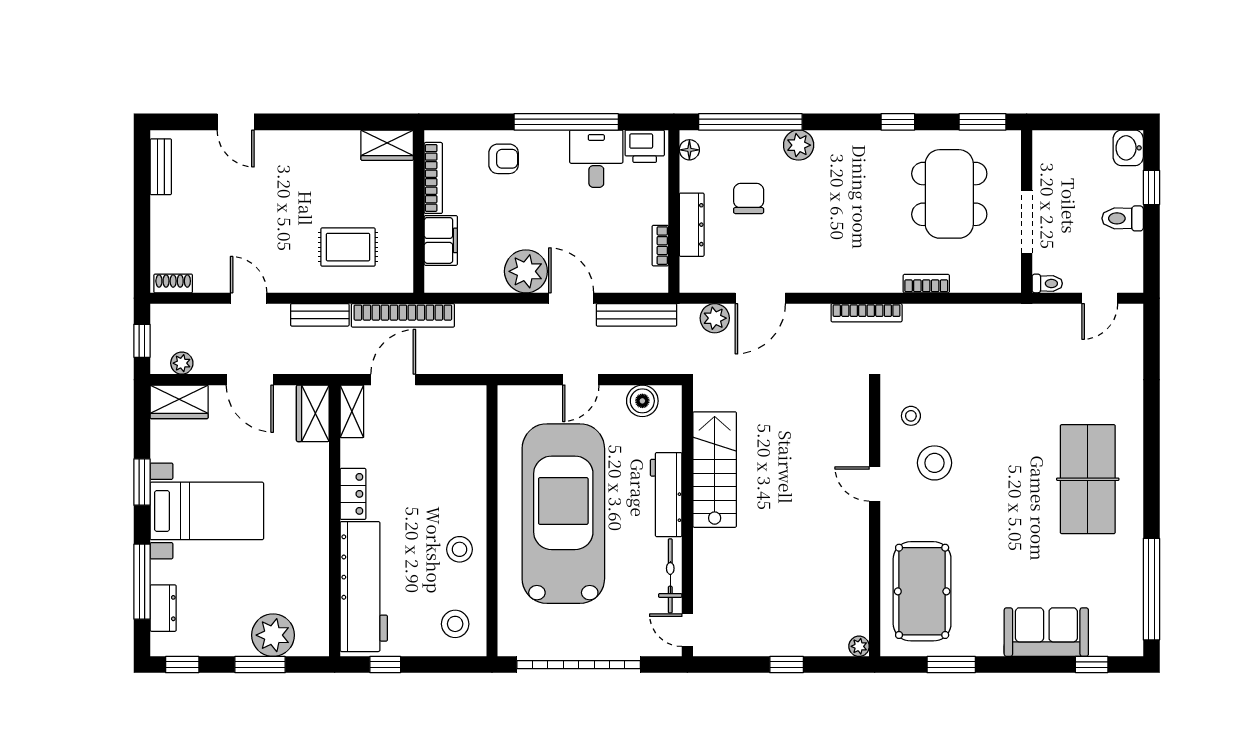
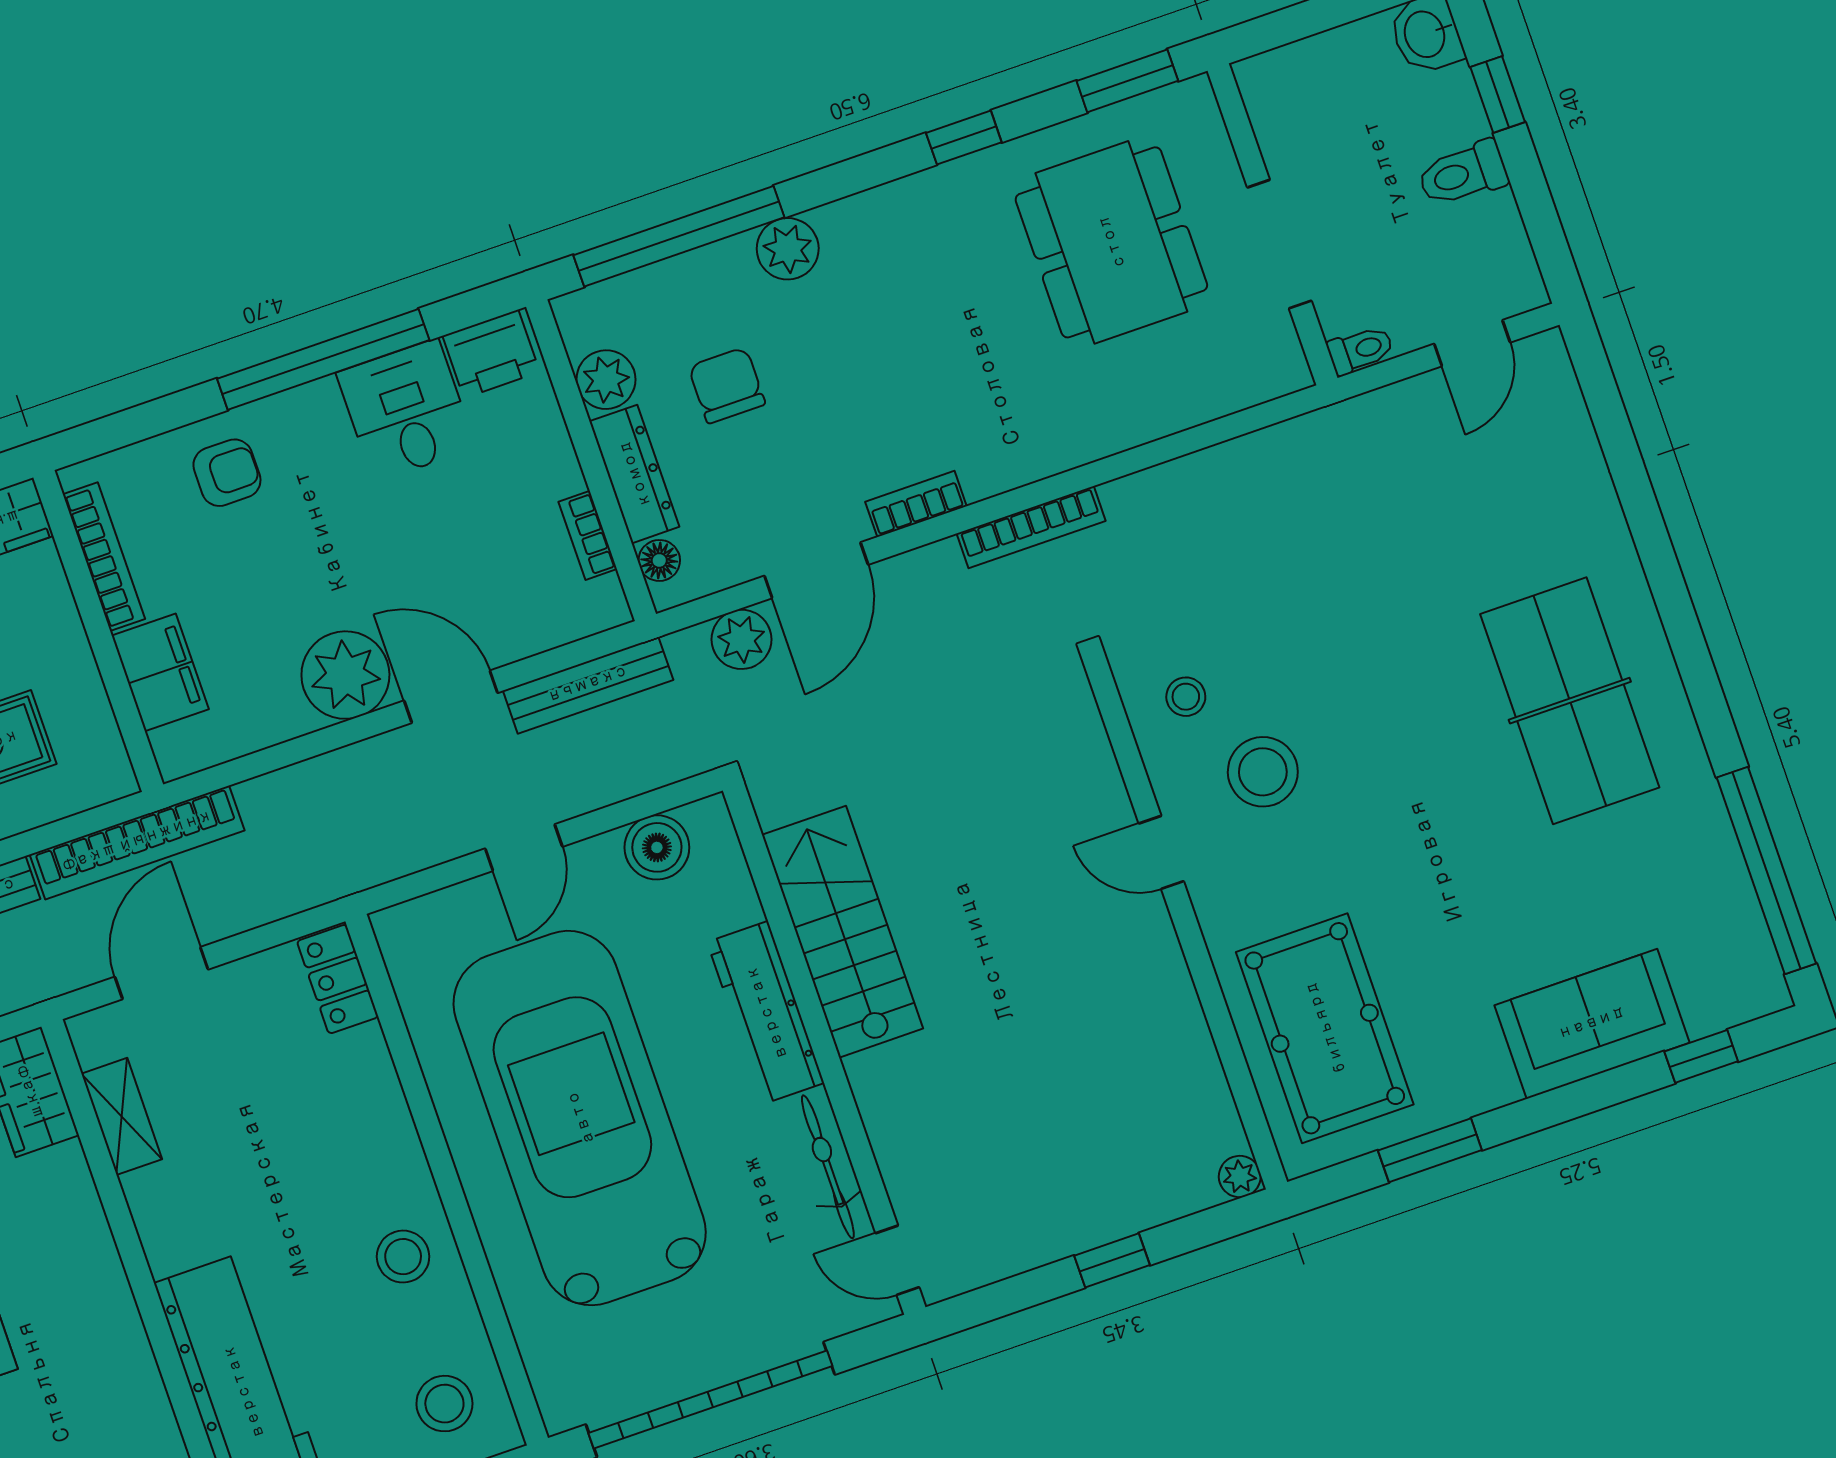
floor lamp: (689, 150) -> (659, 560), moved
plant: (694, 176) -> (606, 380), added
bookcase: (926, 284) -> (916, 504), moved
shelving: (352, 411) -> (122, 1116), moved
locker: (353, 494) -> (338, 979), moved, turned 180

